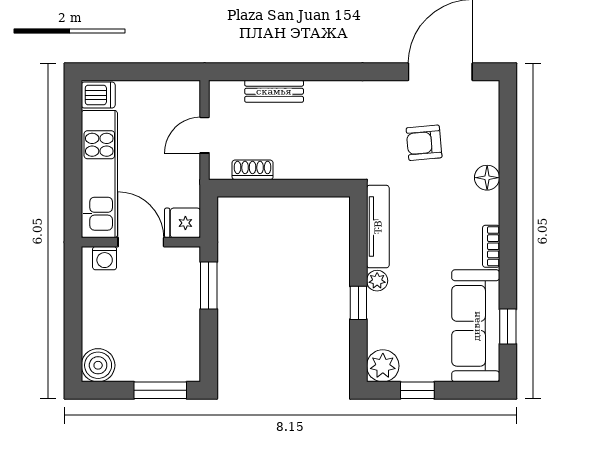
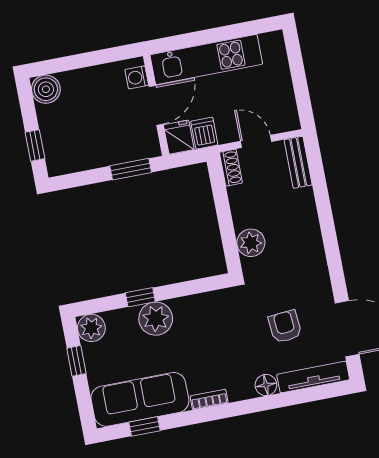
bench: (274, 91) -> (298, 162), moved
dishwasher: (98, 95) -> (204, 133), moved, turned 180
plant: (320, 163) -> (251, 243), added
shoe rack: (253, 170) -> (231, 168), moved
tv unit: (378, 227) -> (313, 377), moved, turned 180
plant: (377, 281) -> (156, 319), width x1.88, depth x1.88
window: (160, 390) -> (35, 145), width x0.67

